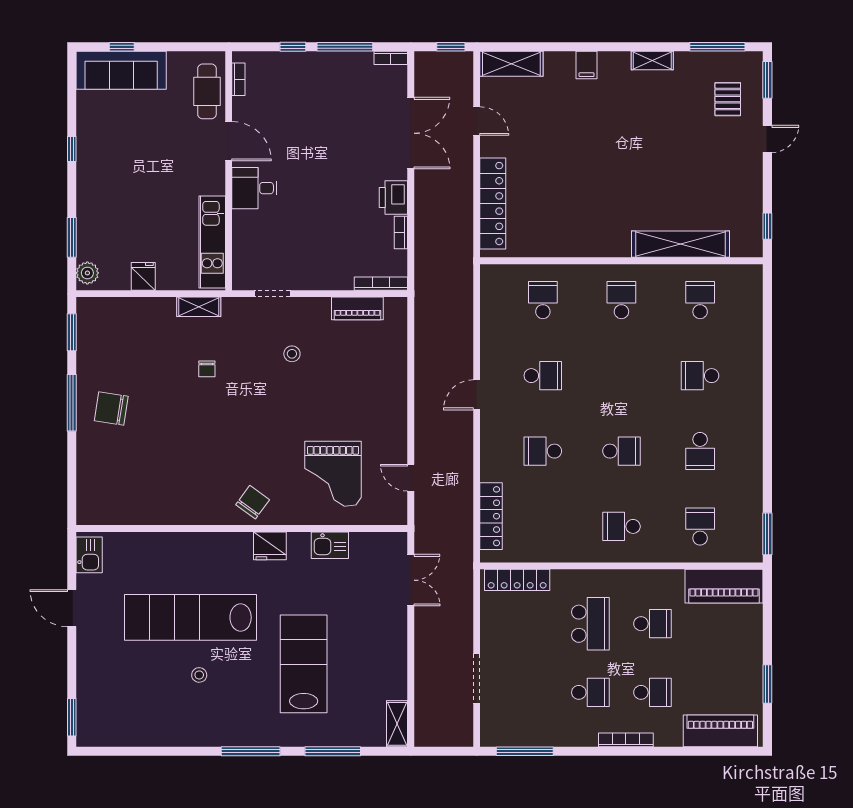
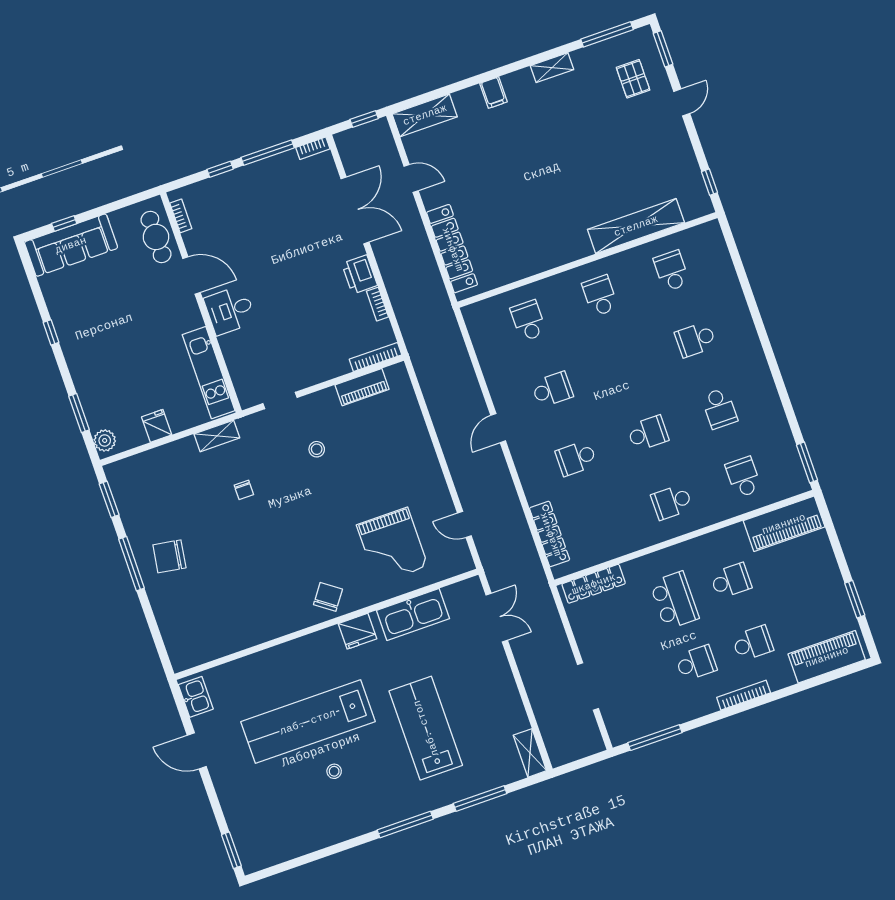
kitchen sink: (330, 545) -> (413, 614), width x1.88, depth x1.24

